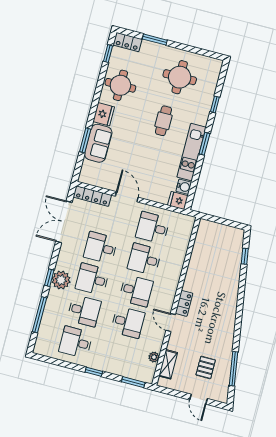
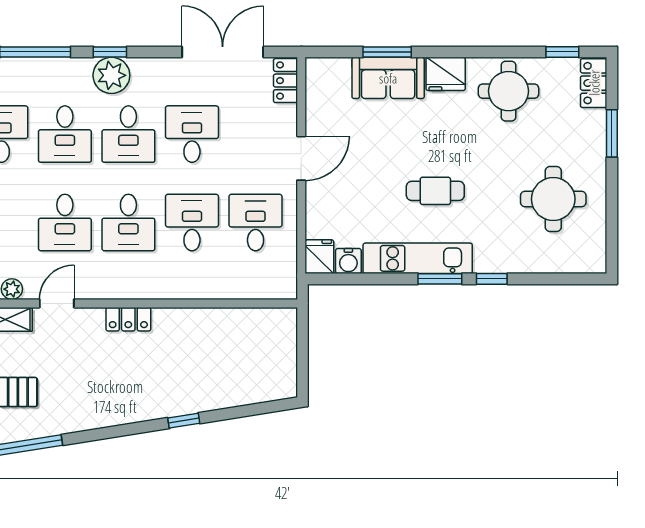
window: (215, 104) -> (492, 279), moved
cafe table: (163, 121) -> (435, 191), moved
locker: (92, 196) -> (285, 81), width x0.66
window: (245, 256) -> (184, 421), moved
desk: (92, 279) -> (128, 134), turned 180
door: (171, 322) -> (57, 303), moved

